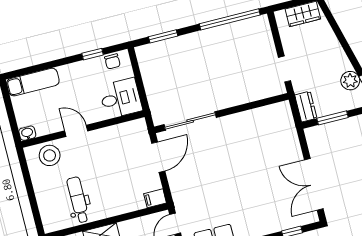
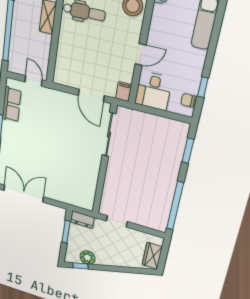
door: (76, 131) -> (141, 55), moved
filing cabinet: (155, 198) -> (124, 92), moved

